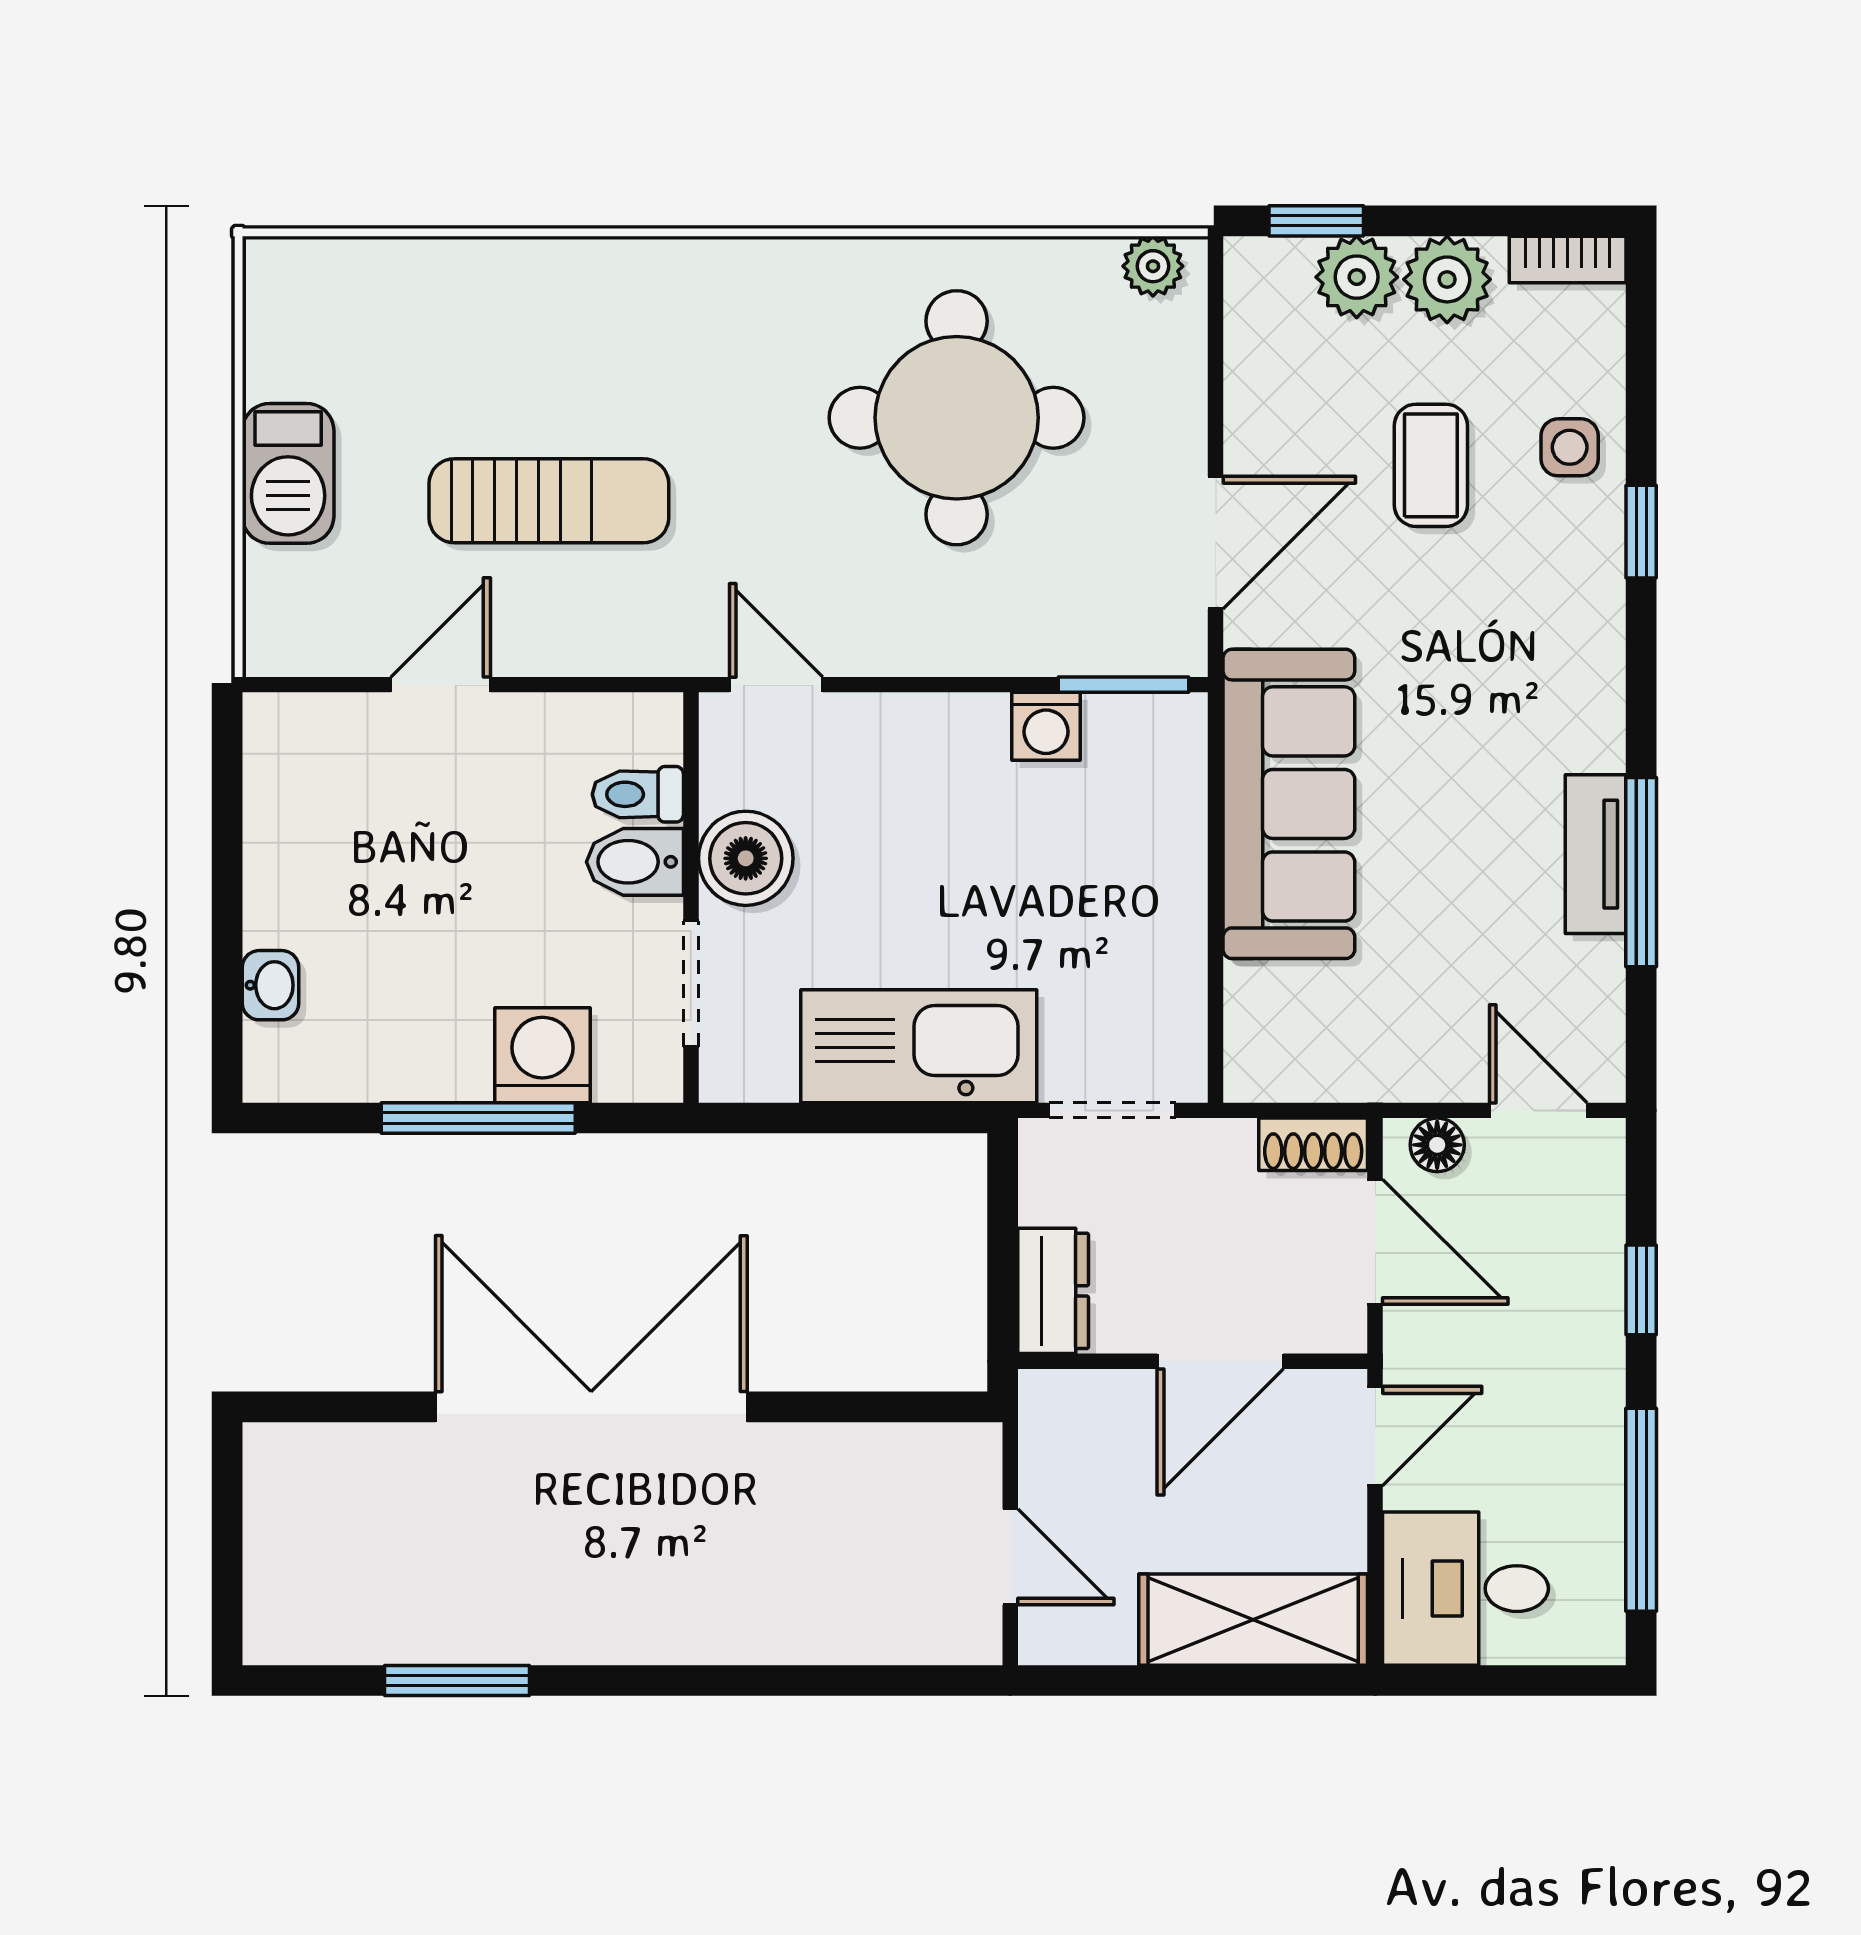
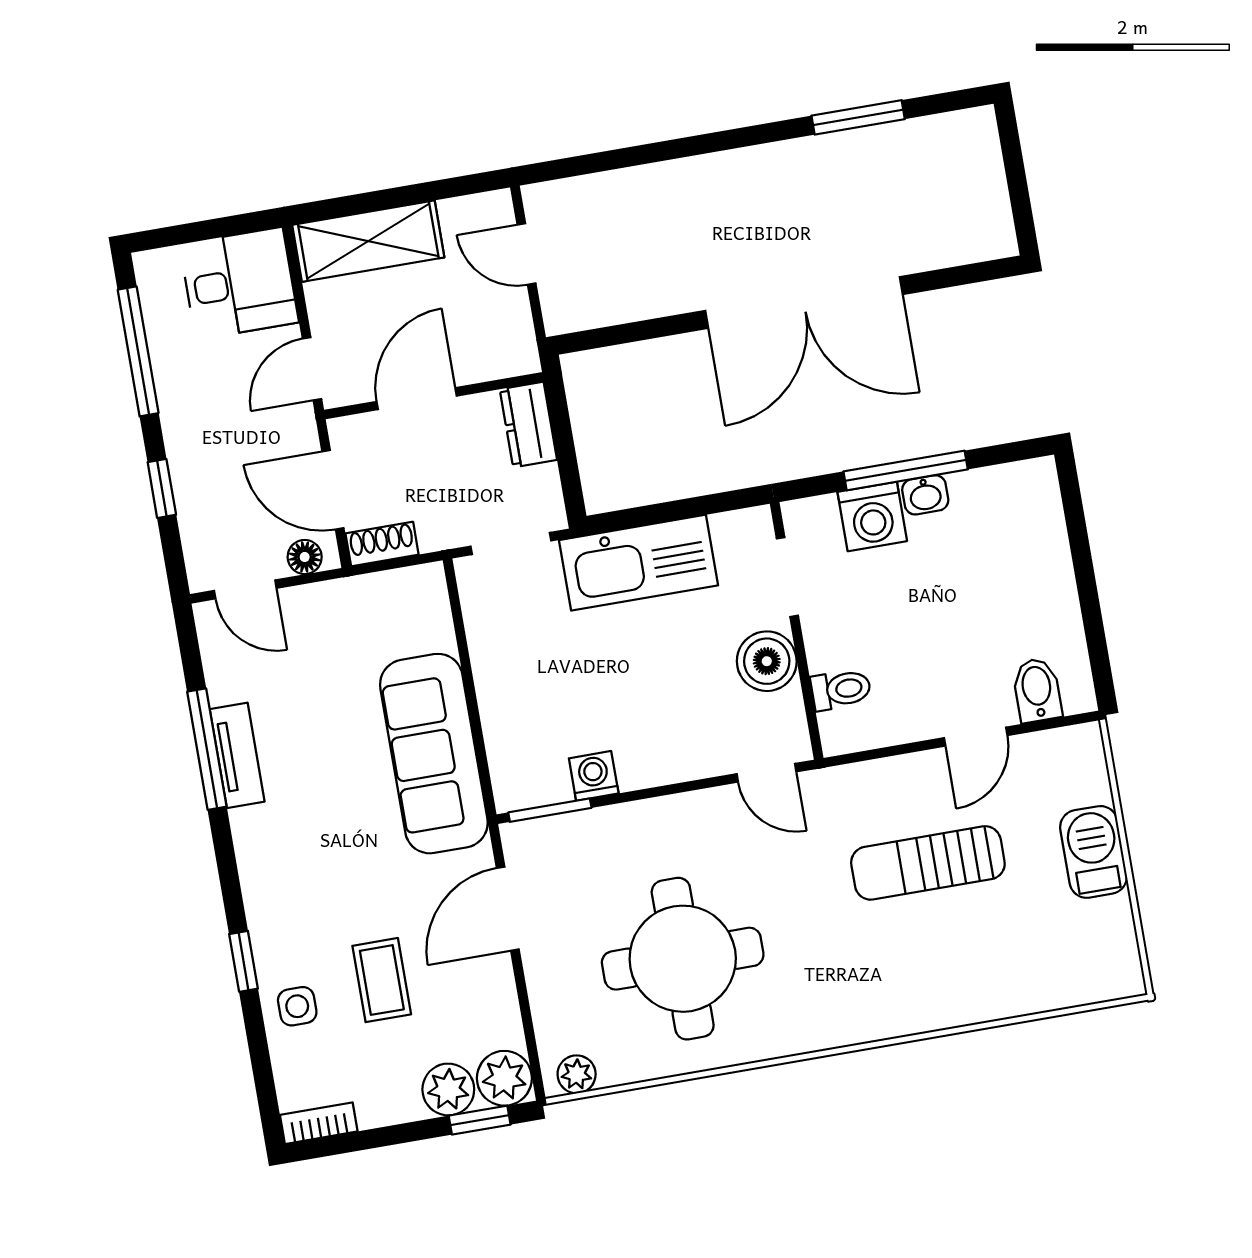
plant: (1447, 279) -> (504, 1078), moved
bidet: (635, 862) -> (1037, 690), moved, turned -90
washbasin: (270, 985) -> (925, 495), moved, turned -90

